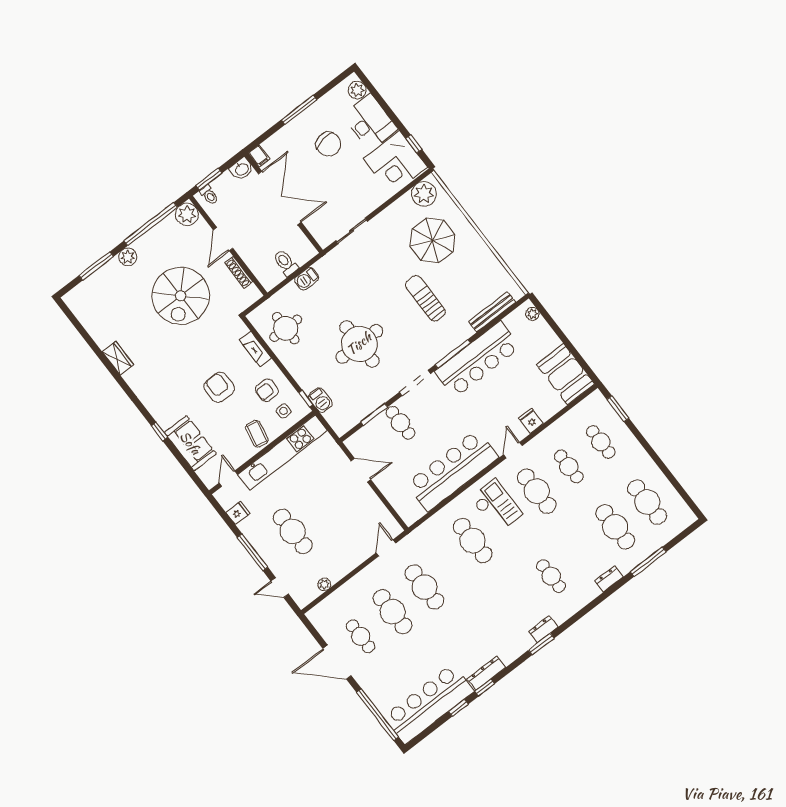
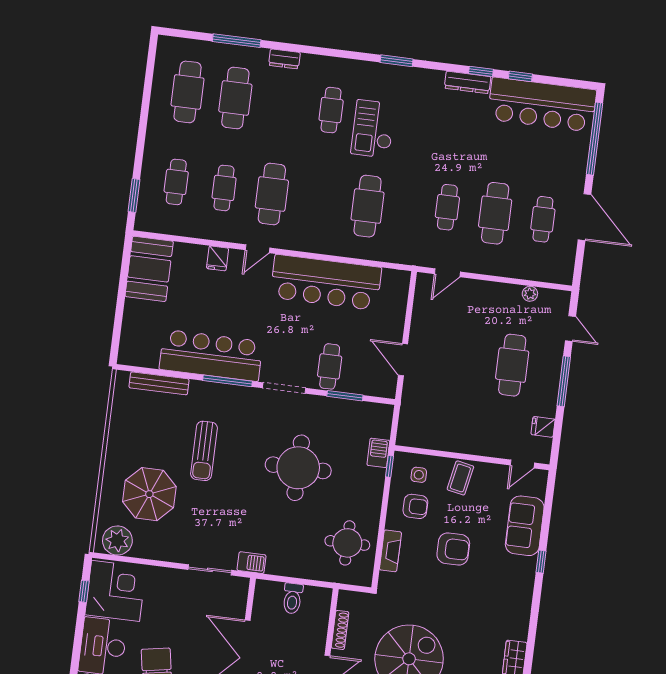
barbecue: (307, 279) -> (251, 563), moved
plant: (532, 314) -> (126, 348), removed
armchair: (219, 387) -> (453, 549), turned -90
kitchen unit: (283, 453) -> (454, 440), removed
checkout: (496, 506) -> (373, 129), moved
cafe table: (425, 587) -> (447, 207), width x0.73, depth x0.74
dresser: (543, 629) -> (382, 72), removed

